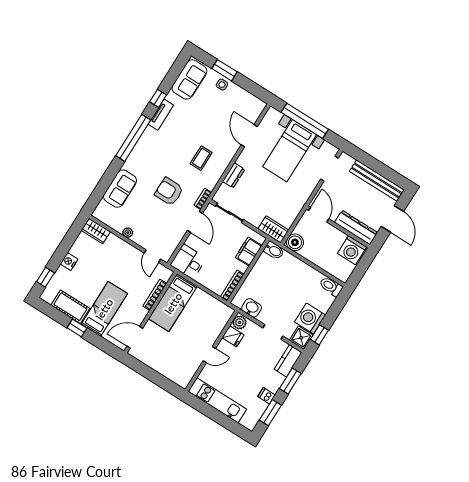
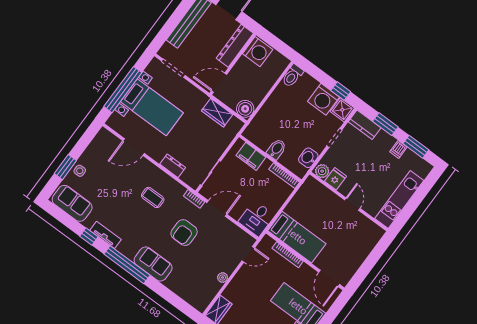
sofa: (120, 189) -> (153, 264), moved
wardrobe: (273, 229) -> (217, 113), moved, turned -90
bidet: (274, 250) -> (276, 149), moved

